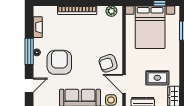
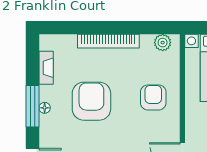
armchair: (59, 62) -> (91, 101), moved
armchair: (108, 63) -> (153, 97), moved, turned 109

